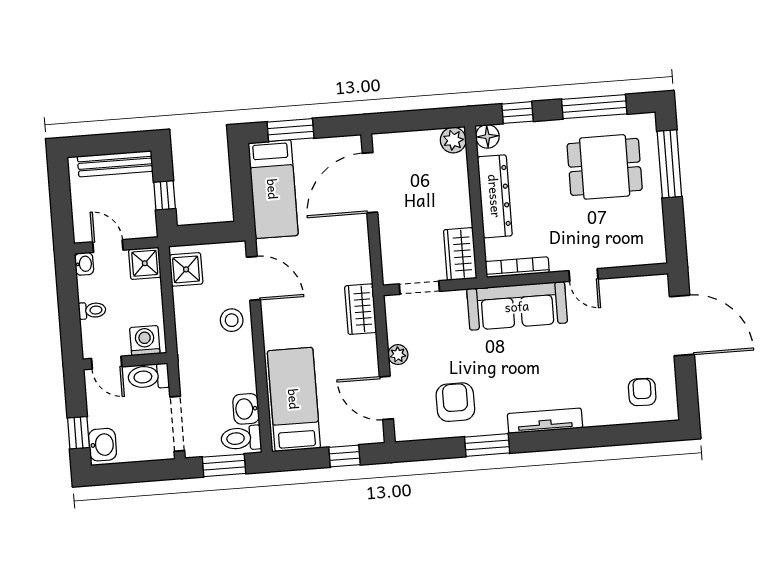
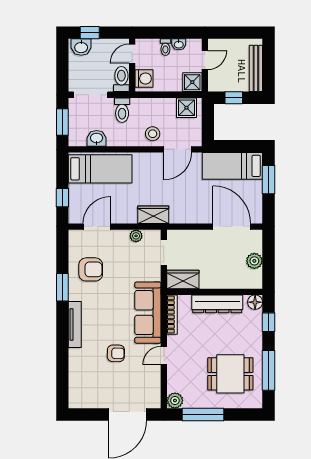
plant: (453, 140) -> (254, 261), moved
window: (669, 164) -> (203, 415), moved
dining table: (605, 167) -> (230, 374), turned 90
plant: (654, 252) -> (175, 401), added
washbasin: (84, 264) -> (179, 44), moved
plant: (398, 355) -> (136, 236), moved
armchair: (642, 392) -> (116, 353), moved
toilet: (241, 438) -> (122, 110), moved, turned 180

